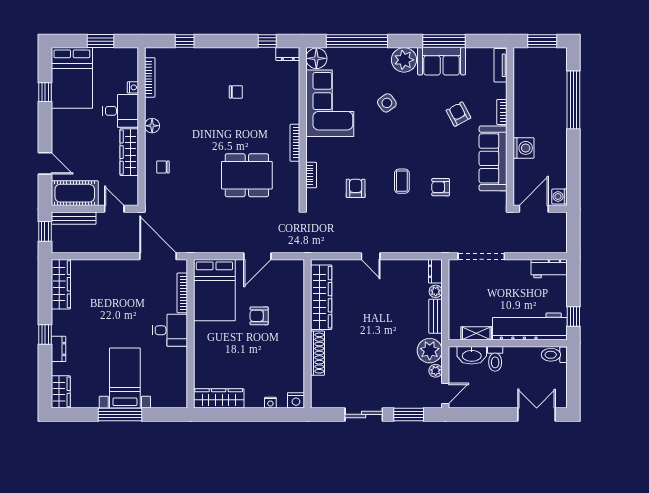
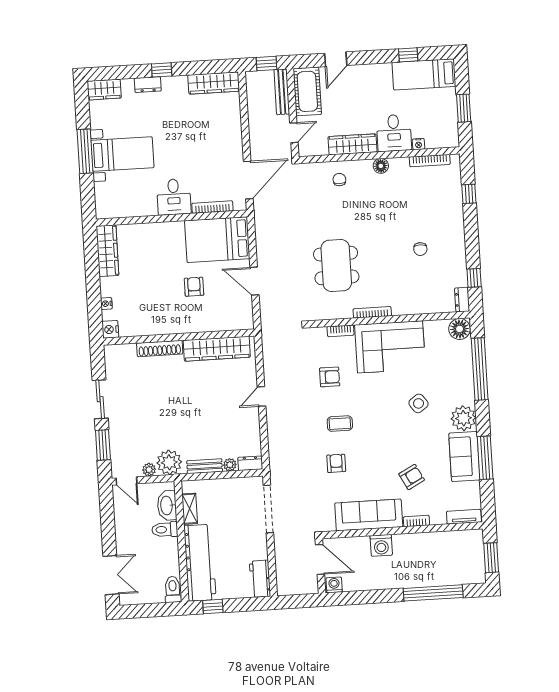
bed: (72, 78) -> (424, 74), width x0.67
corner sofa: (330, 103) -> (390, 347), moved

